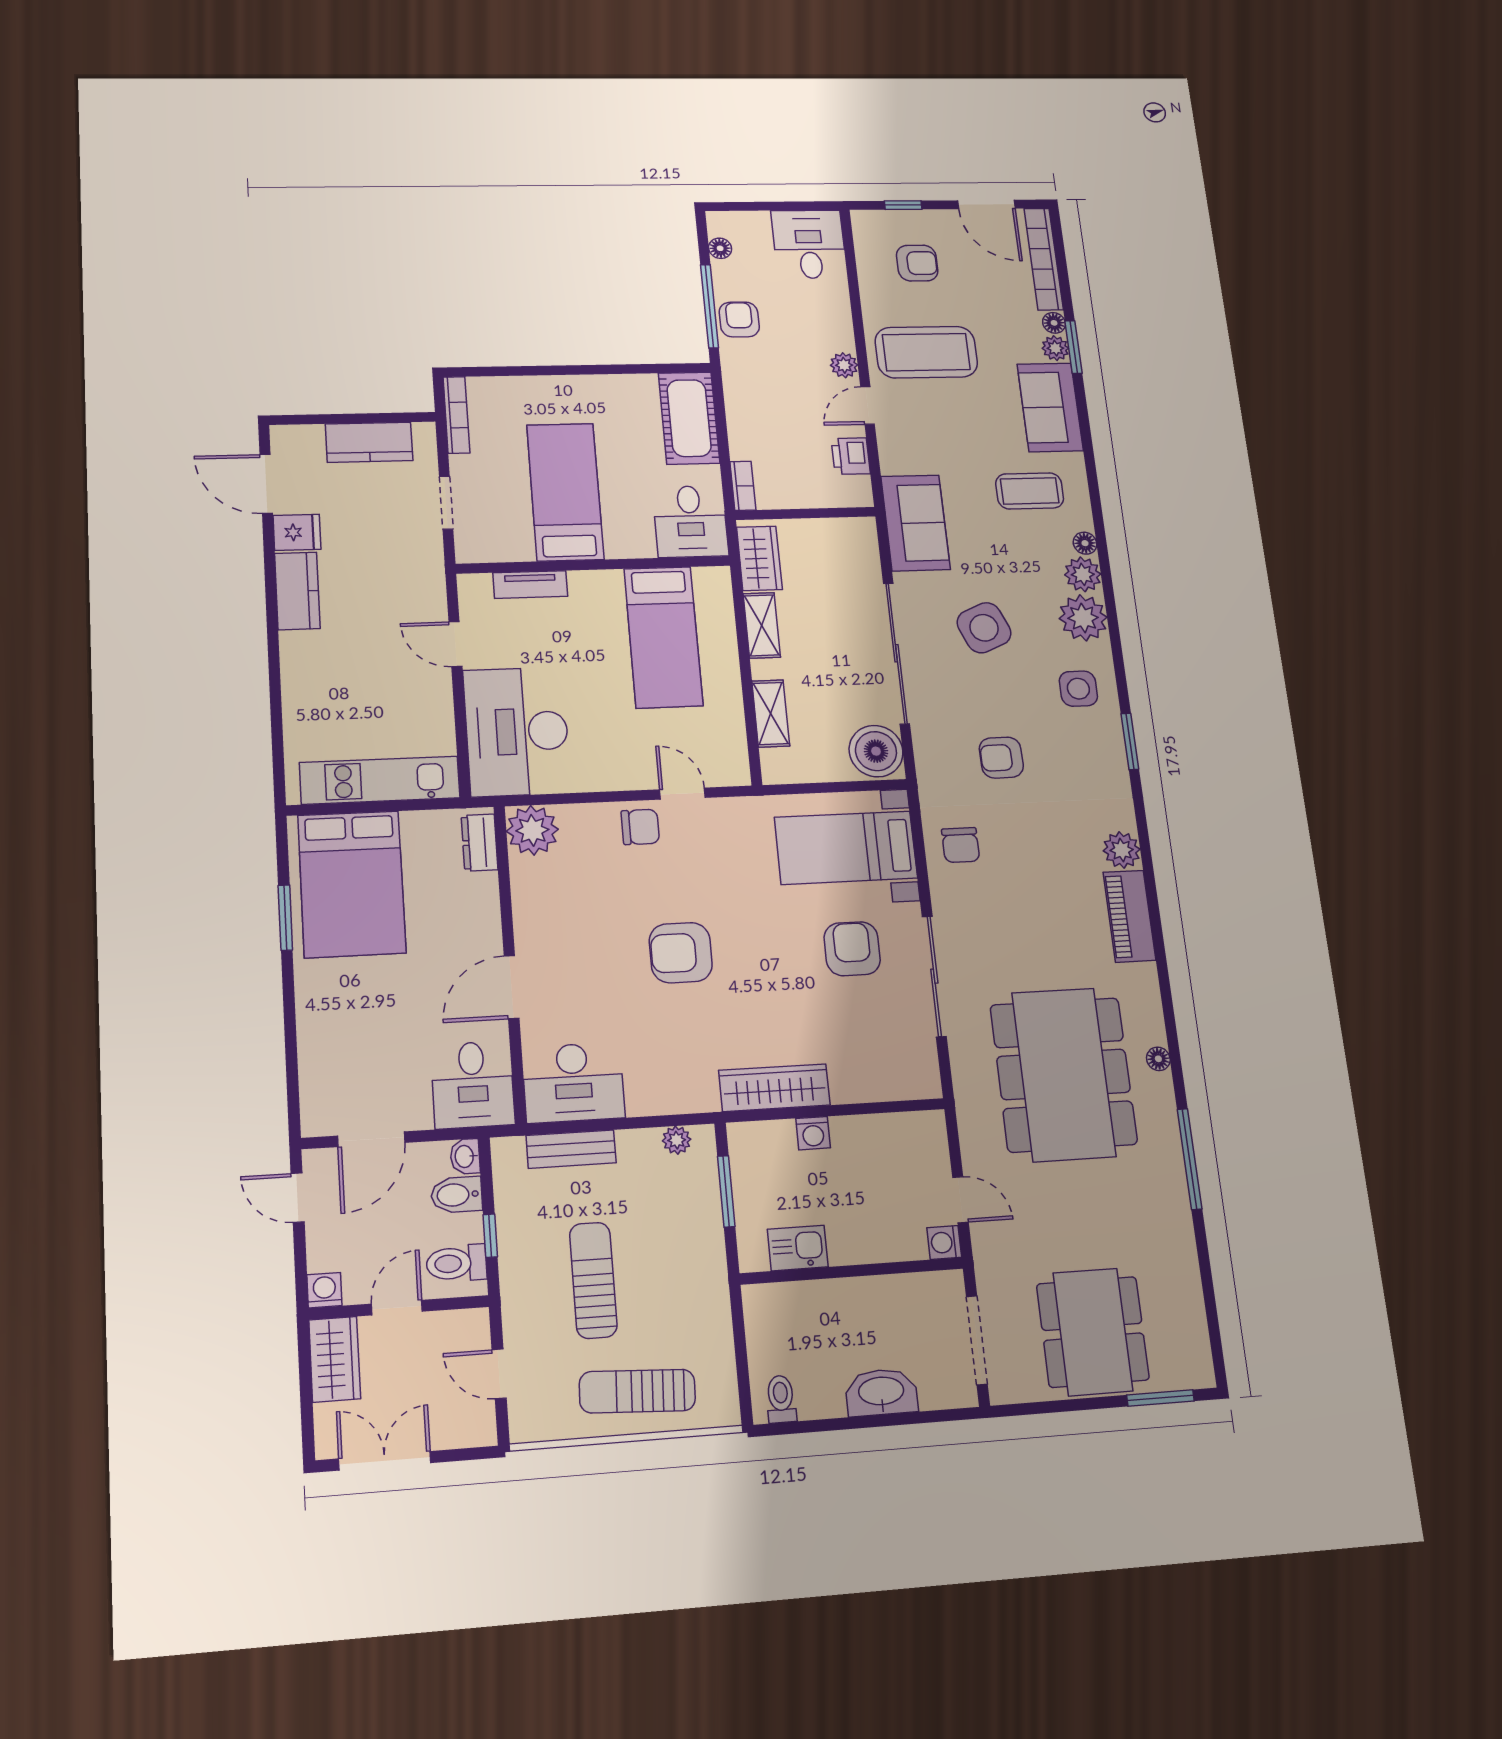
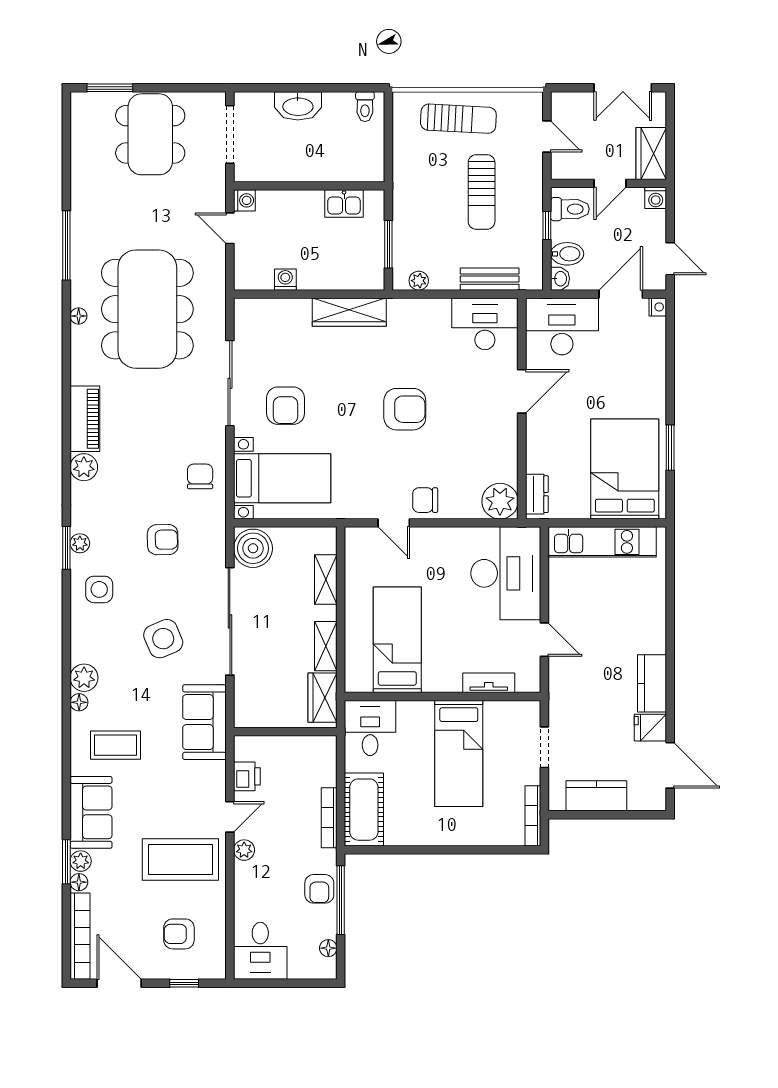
bookcase: (743, 486) -> (329, 818), moved, width x1.56
plant: (1083, 618) -> (80, 543), moved, width x0.53, depth x0.53
desk: (473, 1085) -> (562, 326), width x1.37
nightstand: (313, 1123) -> (658, 307), added
washing machine: (813, 1133) -> (285, 280), moved

